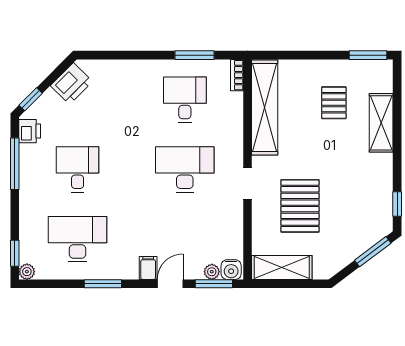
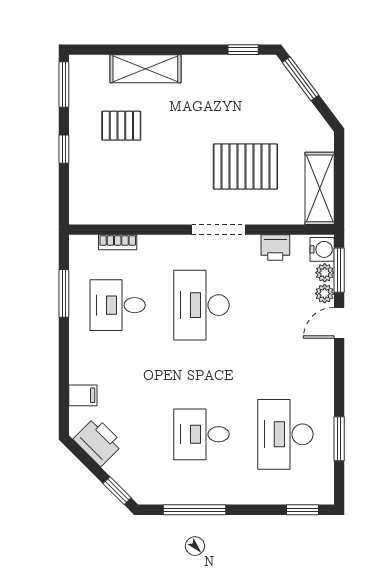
window: (314, 55) -> (64, 149), added
bookcase: (237, 75) -> (118, 242), moved
shelving: (265, 108) -> (127, 209), removed
printer: (30, 131) -> (275, 248), moved, turned 180
doorway: (248, 184) -> (219, 230), width x1.38
filing cabinet: (148, 268) -> (83, 395), moved, turned 180
plant: (27, 272) -> (325, 294), moved
window: (103, 284) -> (339, 439), moved
door: (170, 284) -> (339, 323), hinge flipped

